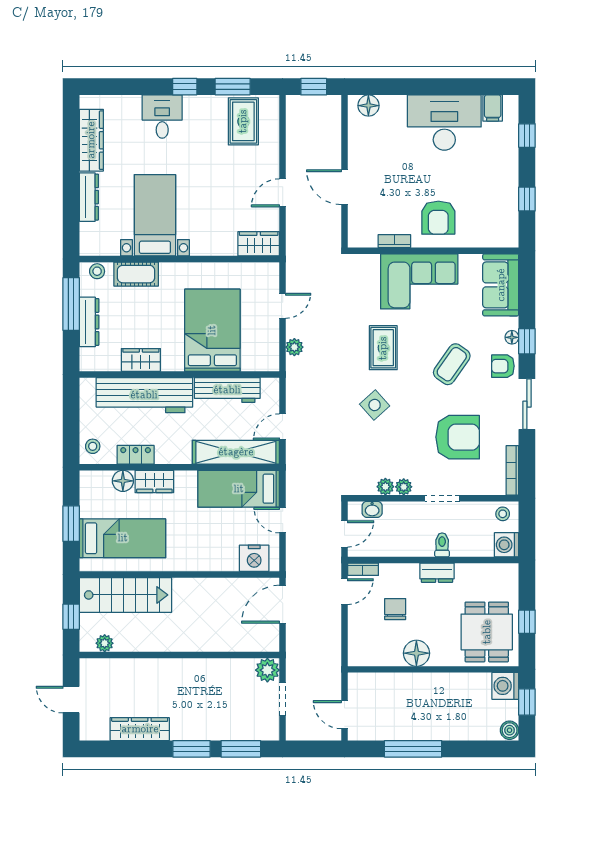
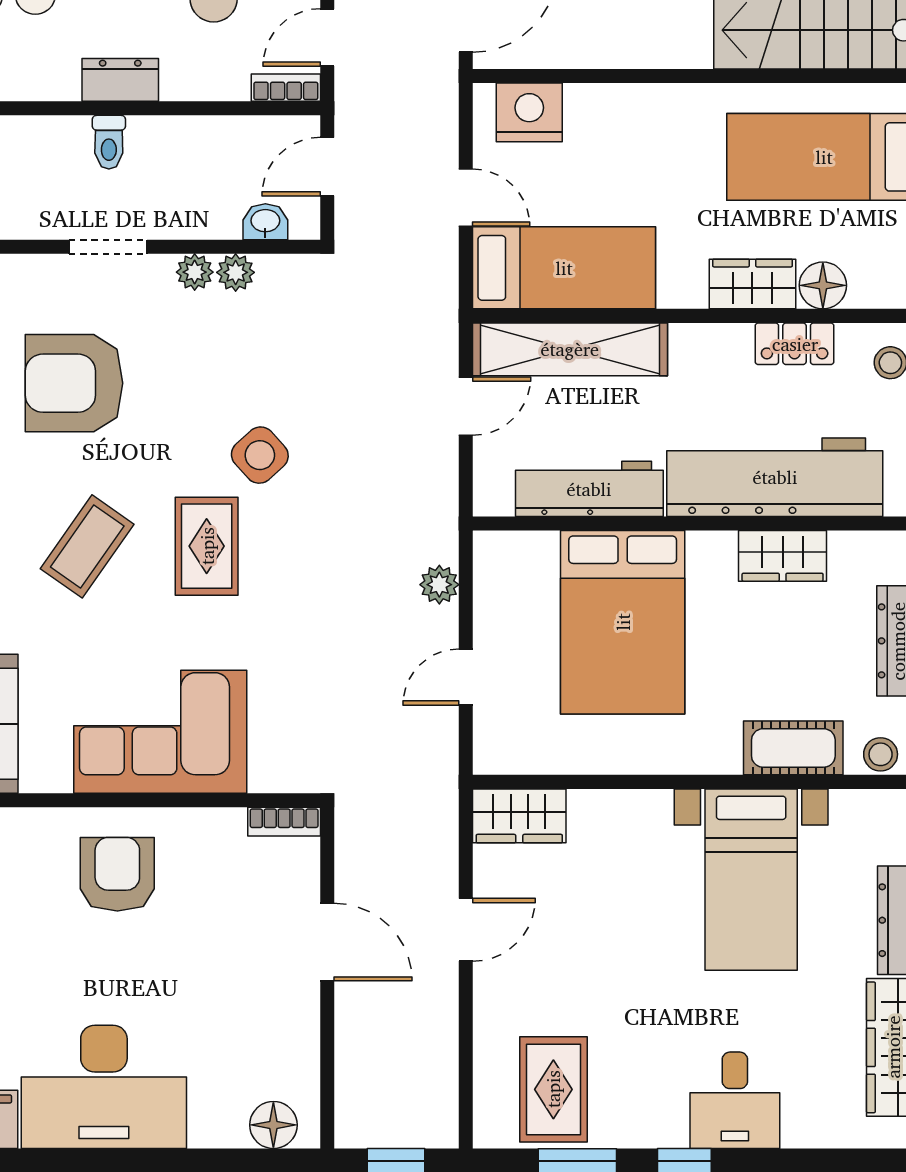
bookcase: (394, 241) -> (284, 822), moved
rug: (383, 348) -> (207, 546), moved

